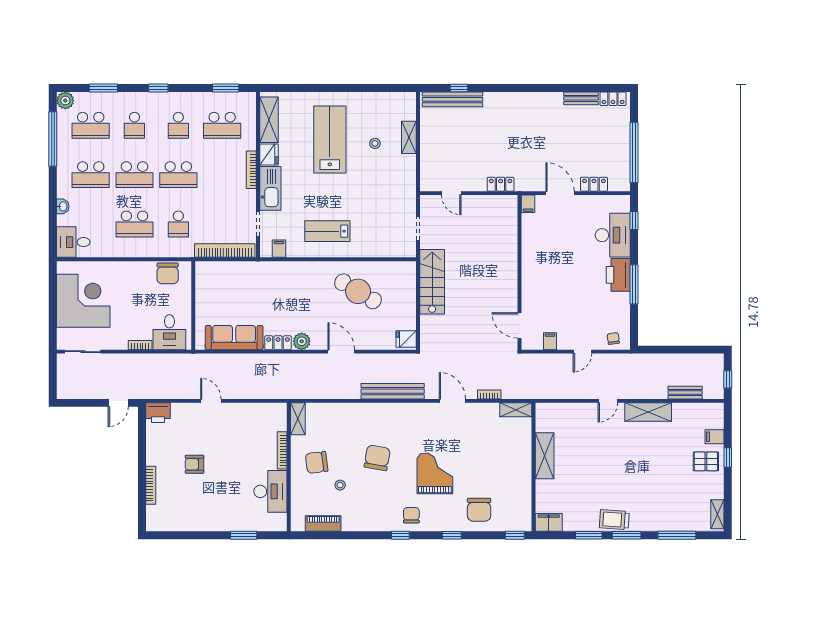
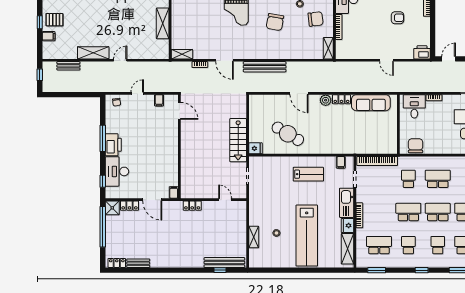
lab bench: (330, 140) -> (307, 236), width x1.36
shower: (620, 181) -> (112, 208), added
fridge: (406, 339) -> (256, 148), moved

